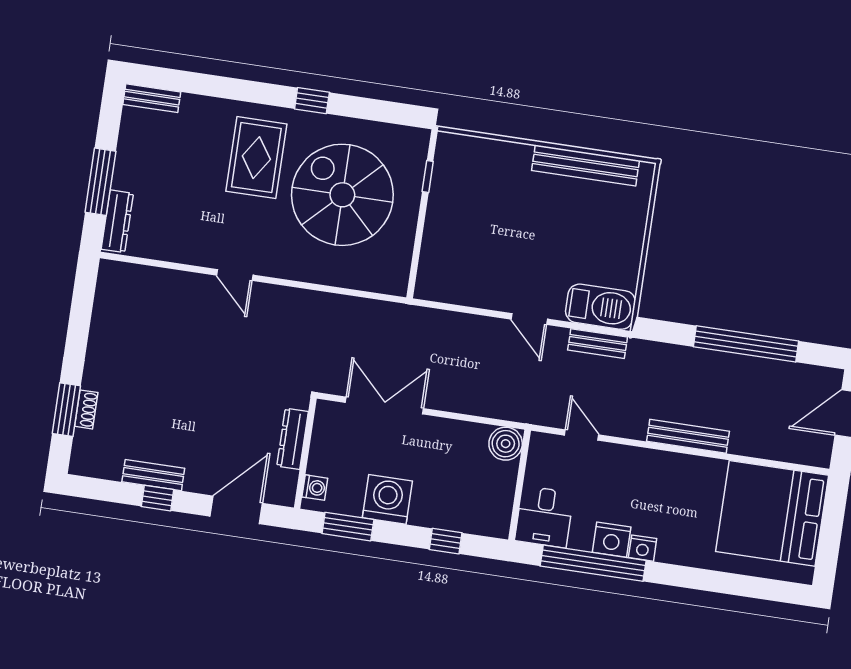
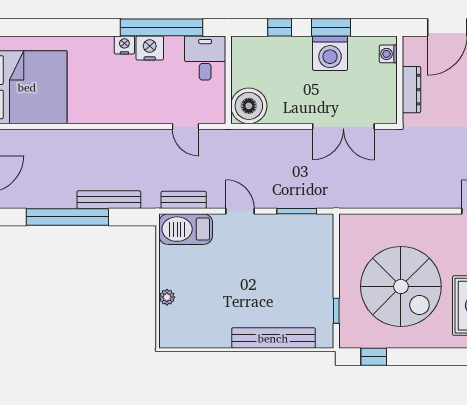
window: (312, 101) -> (374, 357), moved
bench: (585, 165) -> (273, 338), moved
plant: (637, 225) -> (167, 297), added
window: (458, 308) -> (297, 211), added
bench: (688, 436) -> (109, 200), moved
boiler: (506, 444) -> (249, 106), width x1.37, depth x1.37
window: (348, 527) -> (331, 27), moved

